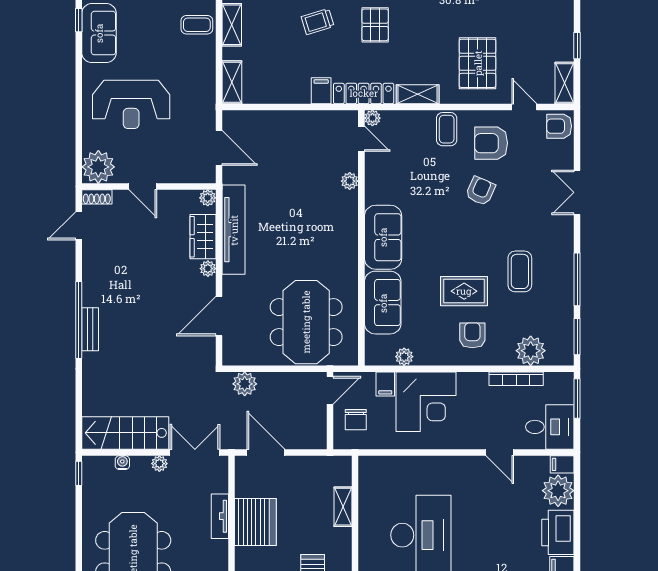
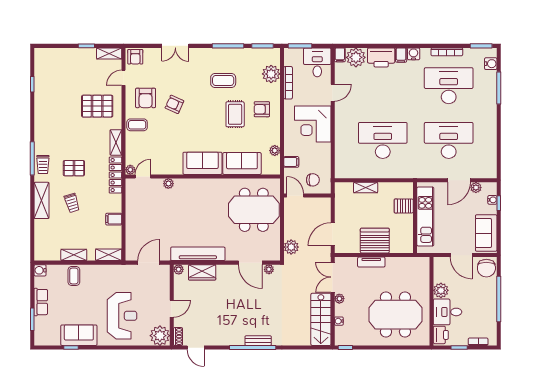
filing cabinet: (321, 91) -> (114, 219), moved
plant: (208, 269) -> (269, 269), moved
corner desk: (426, 402) -> (313, 124), moved, turned 180

